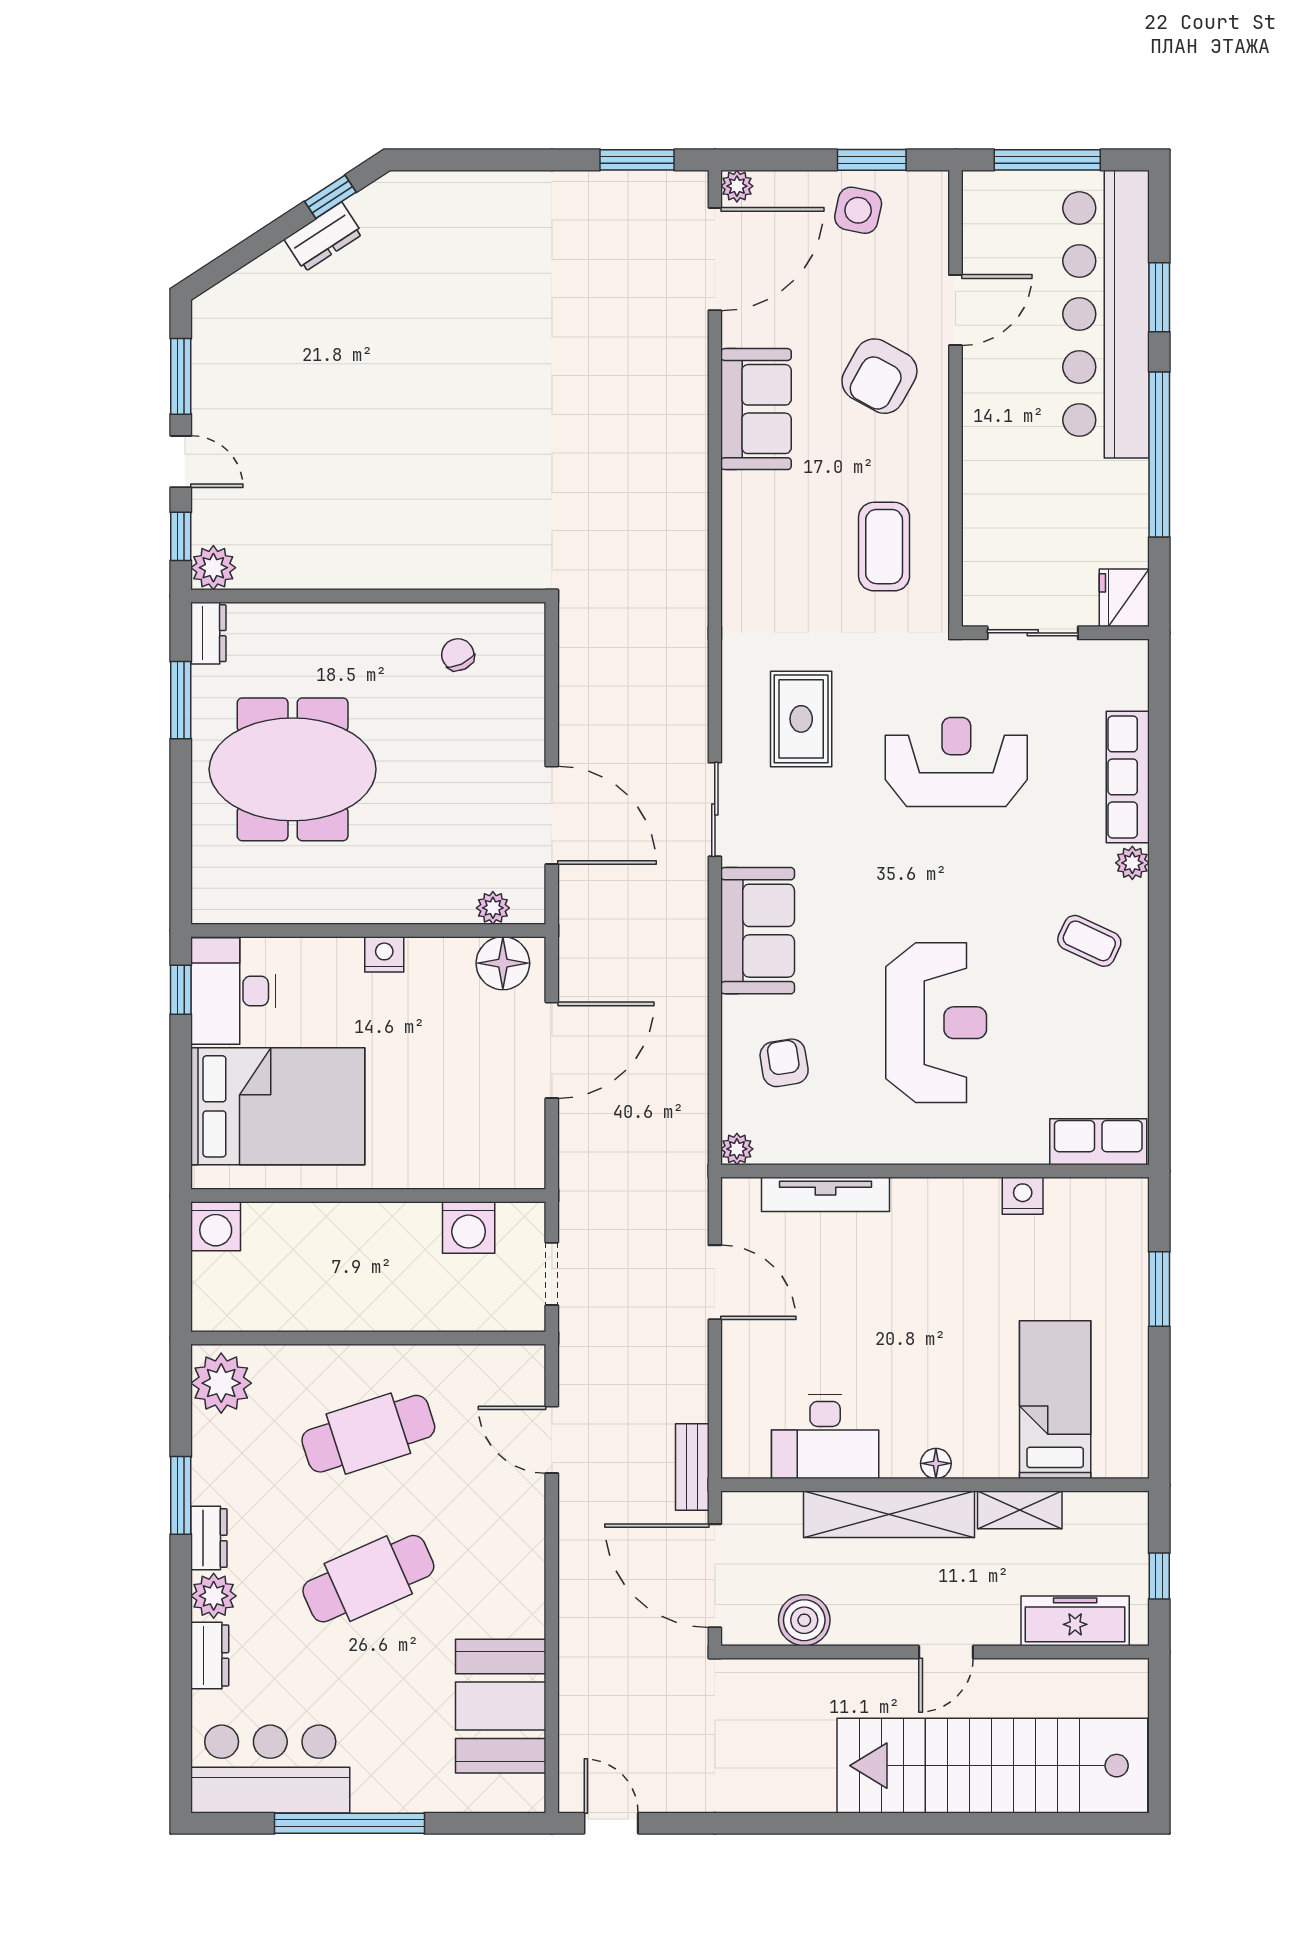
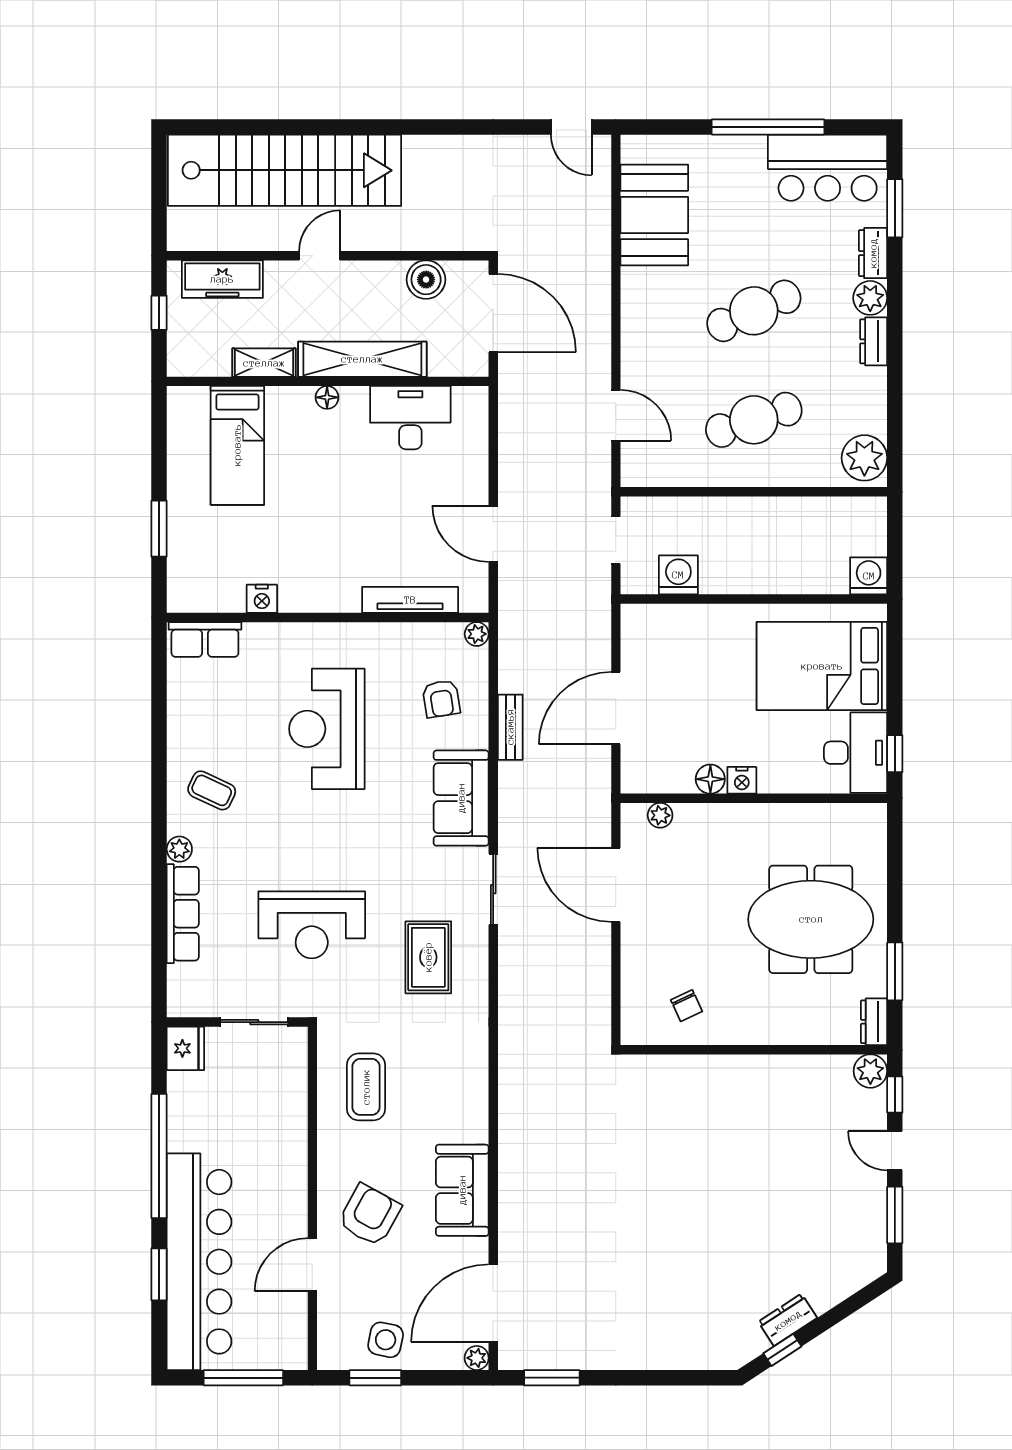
floor lamp: (503, 963) -> (710, 779), moved, width x0.73, depth x0.73
bench: (692, 1467) -> (510, 727), moved
window: (181, 1495) -> (895, 208), moved

